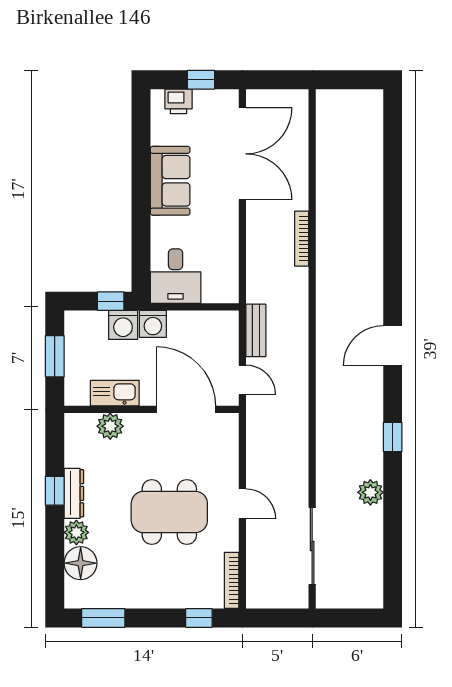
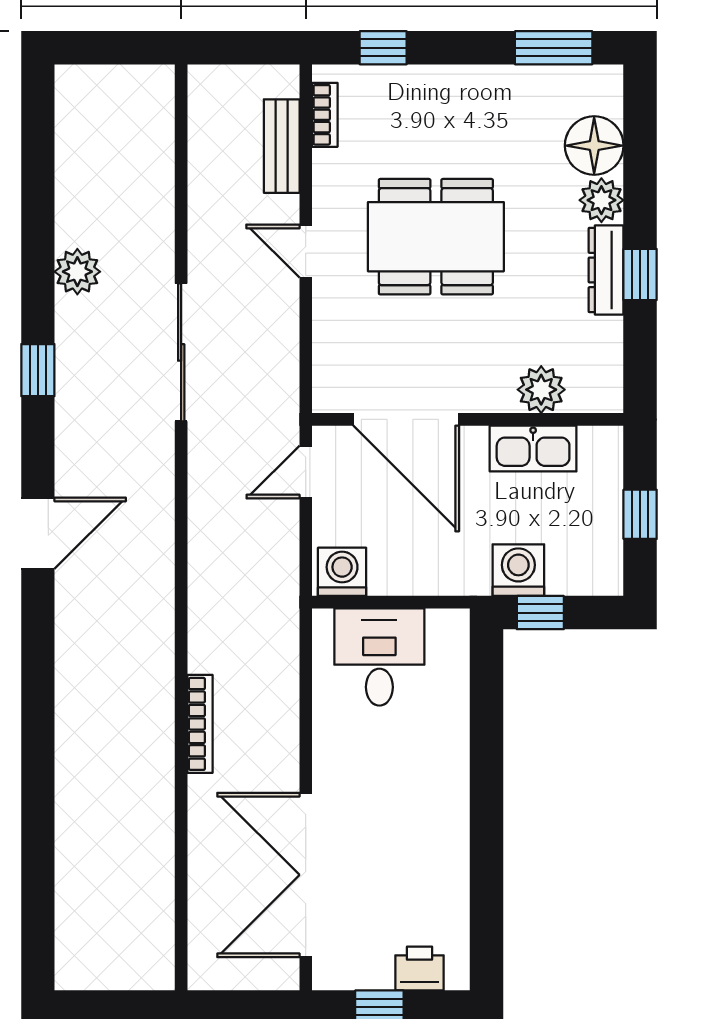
sofa: (170, 181) -> (434, 827), removed
desk: (176, 276) -> (379, 657), moved
washing machine: (153, 324) -> (342, 572), moved
bench: (256, 330) -> (282, 146), moved
window: (55, 356) -> (640, 514), width x0.67
door: (242, 380) -> (306, 472), hinge flipped
sliding door: (312, 546) -> (181, 352), moved
bookcase: (232, 580) -> (325, 115), width x0.64

